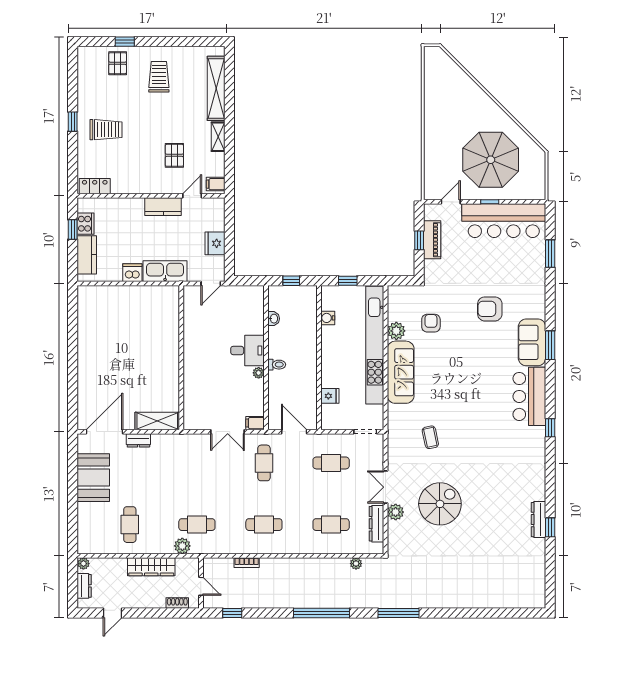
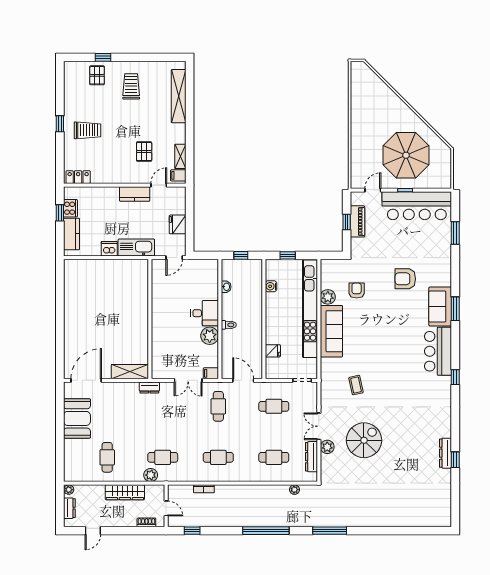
shelving: (218, 137) -> (180, 156), moved
plant: (259, 373) -> (210, 336), width x1.87, depth x1.87
dresser: (138, 440) -> (149, 388), moved

